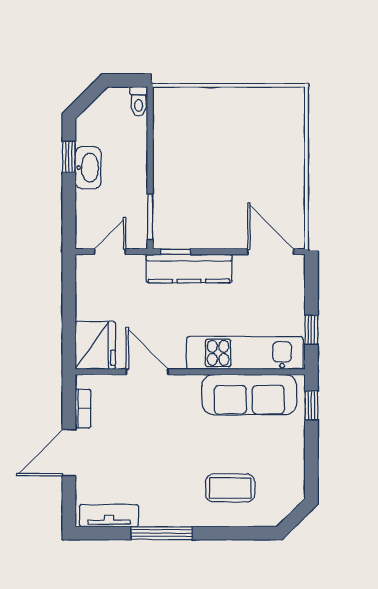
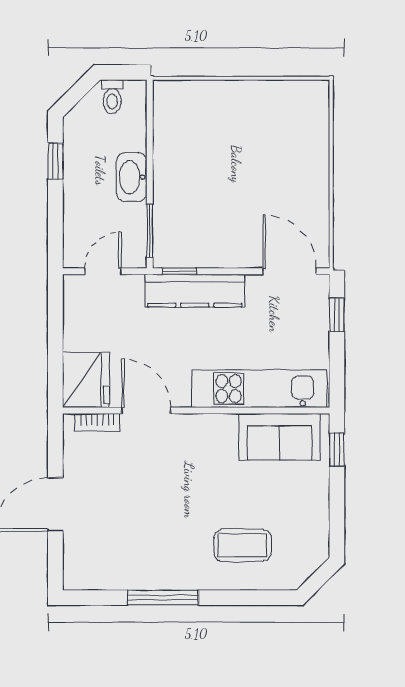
toilet: (139, 101) -> (112, 97), moved
washbasin: (88, 168) -> (132, 177), moved, turned 180
window: (311, 330) -> (337, 315), moved
sofa: (249, 394) -> (279, 437), width x0.73
bookcase: (83, 408) -> (97, 422), moved, turned 90
tv unit: (109, 516) -> (102, 577), removed

